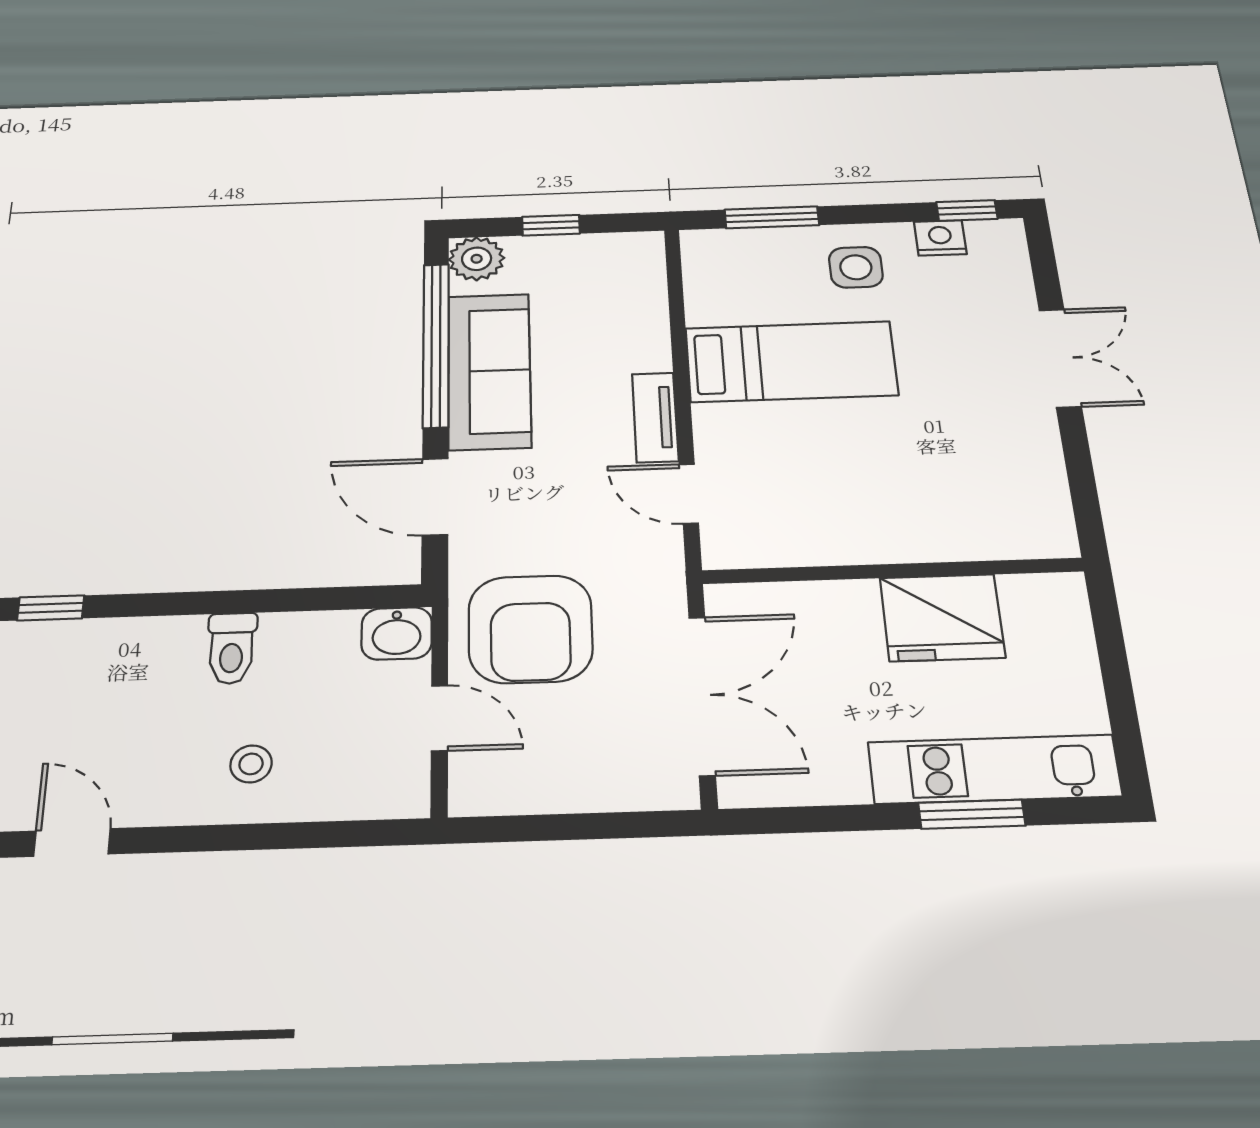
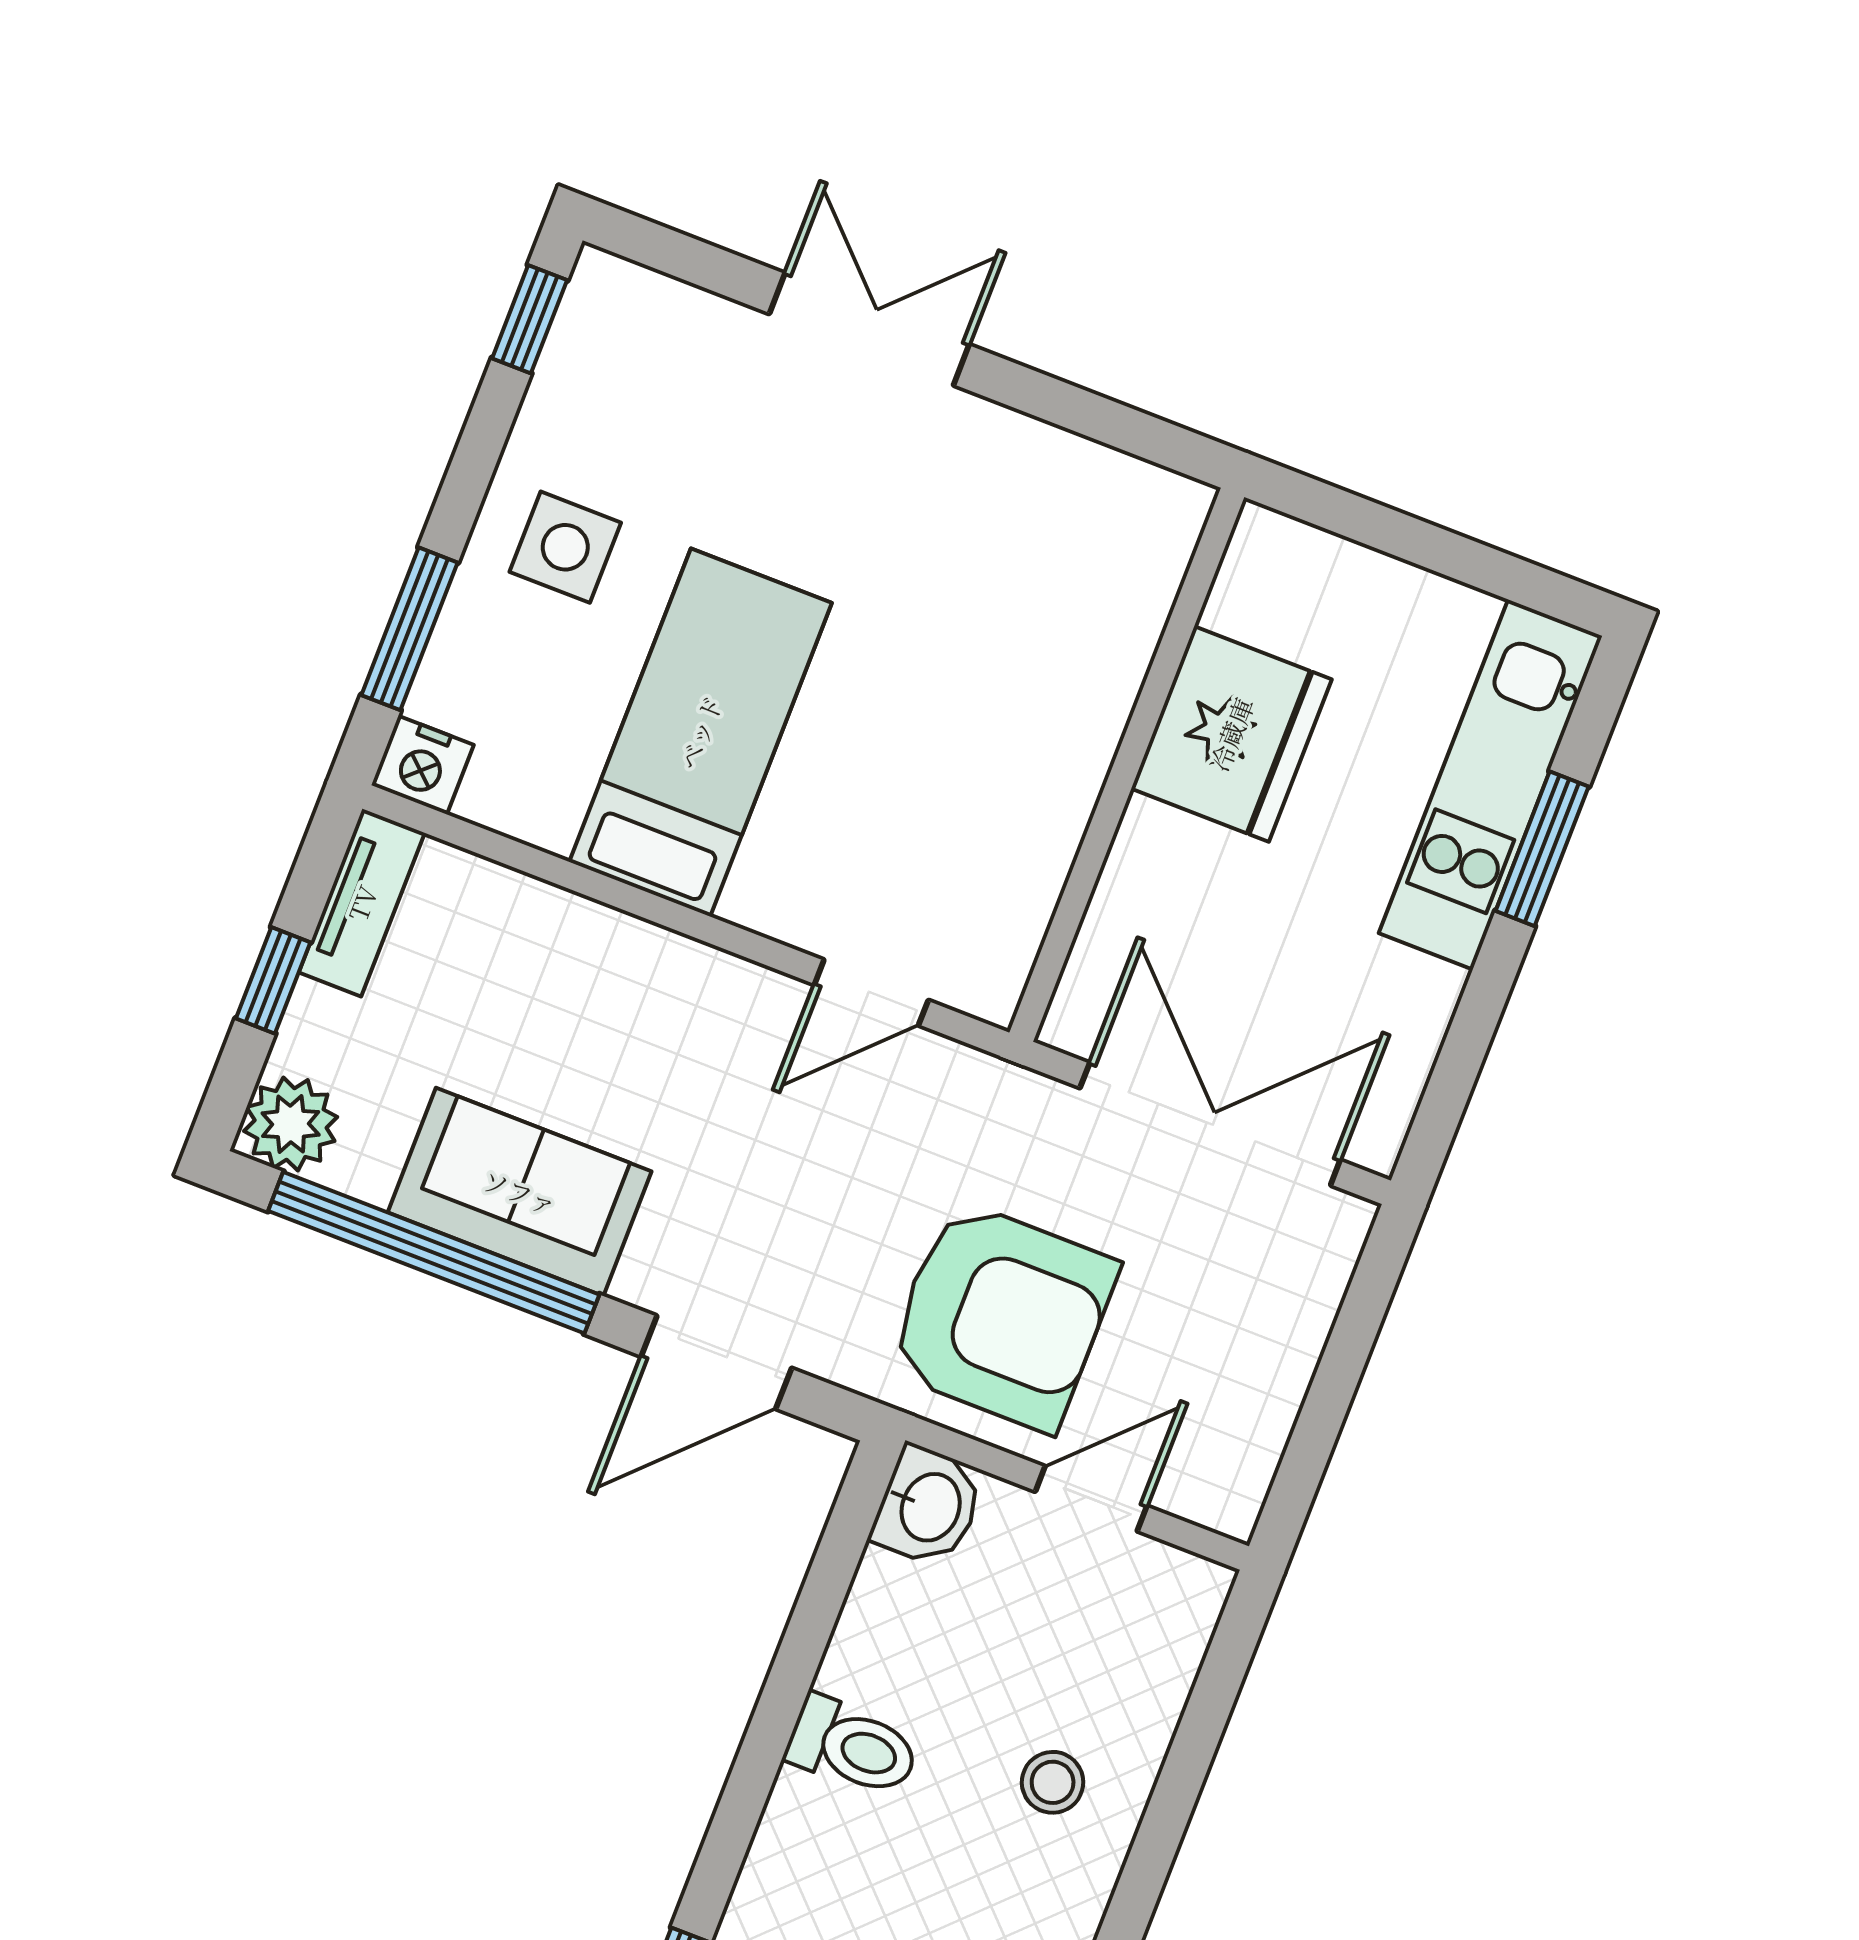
nightstand: (940, 238) -> (423, 765), moved, turned -90
sofa: (489, 371) -> (520, 1192), width x0.73
tv unit: (655, 417) -> (362, 903), moved, turned -90

